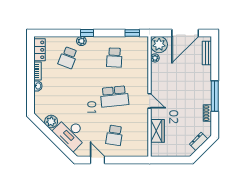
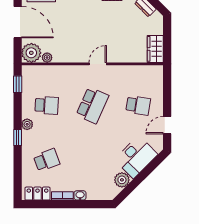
plant: (81, 41) -> (27, 124), moved
school desk: (68, 58) -> (47, 160), turned -42
school desk: (114, 96) -> (92, 105), turned 30
wardrobe: (157, 131) -> (155, 49), moved, turned -90

